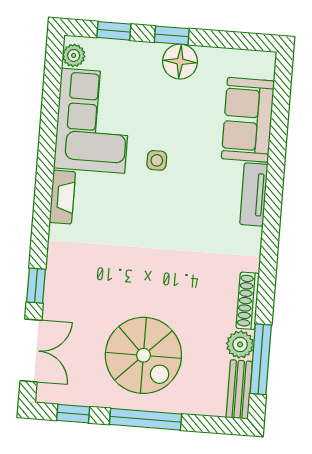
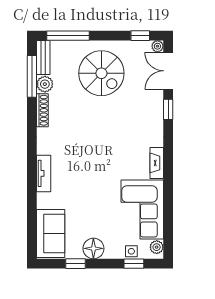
window: (172, 35) -> (75, 264), moved
sofa: (248, 120) -> (51, 233), moved
side table: (157, 160) -> (131, 251), moved
spiral stairs: (143, 355) -> (101, 73), turned 180
plant: (46, 393) -> (157, 46), added
window: (146, 419) -> (68, 36), moved

